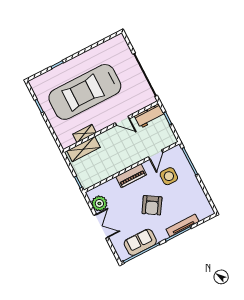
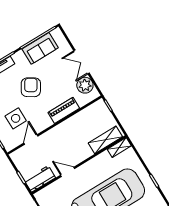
shelving: (84, 133) -> (119, 148), moved
piano: (131, 176) -> (64, 110), moved

